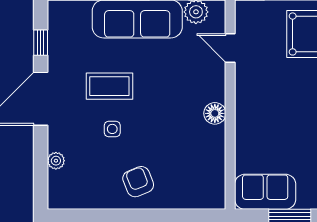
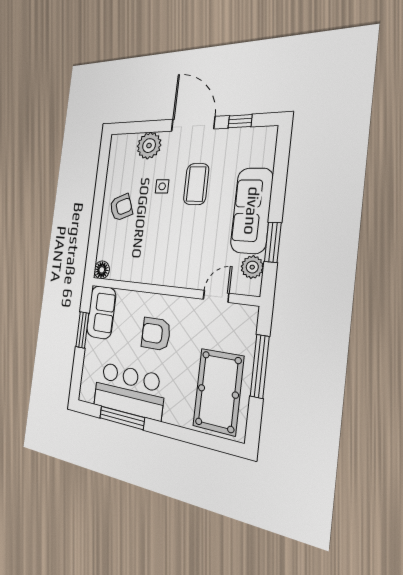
floor lamp: (215, 113) -> (102, 270), moved
armchair: (280, 115) -> (156, 334), added
plant: (56, 161) -> (149, 146), width x1.87, depth x1.87

